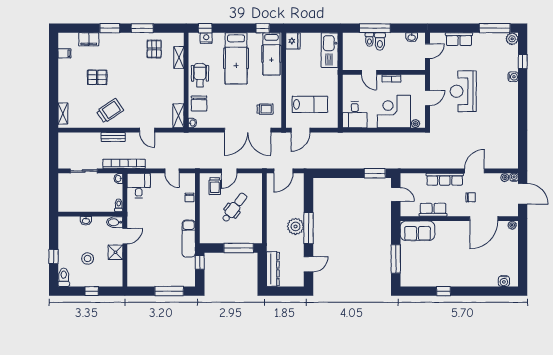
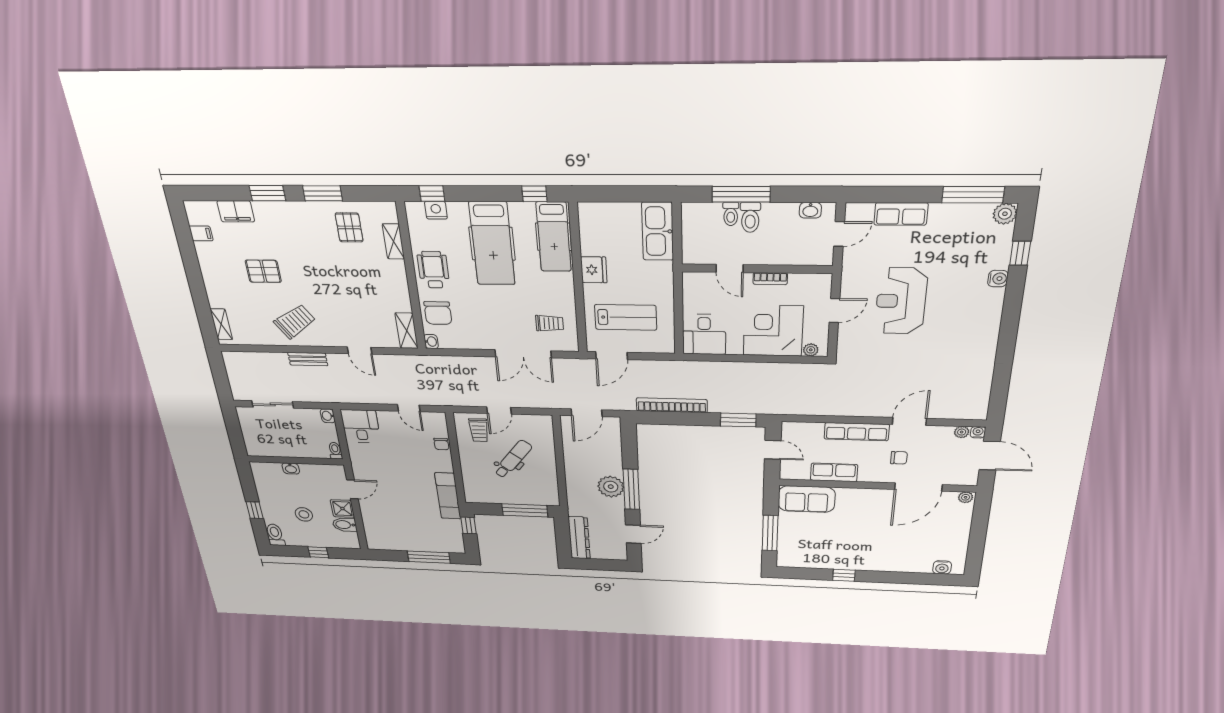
fridge: (293, 41) -> (594, 270), moved
double door: (248, 130) -> (523, 354), width x0.73
bookcase: (124, 164) -> (672, 405), moved
bidet: (115, 222) -> (345, 525), moved

